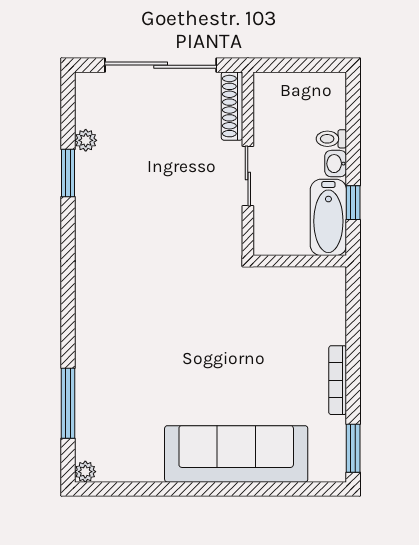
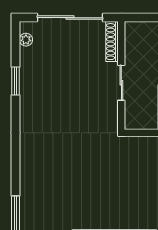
plant: (86, 140) -> (26, 40), moved

